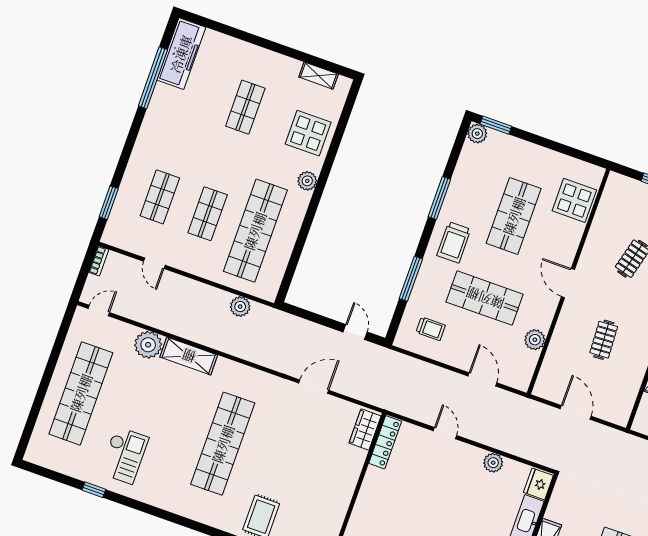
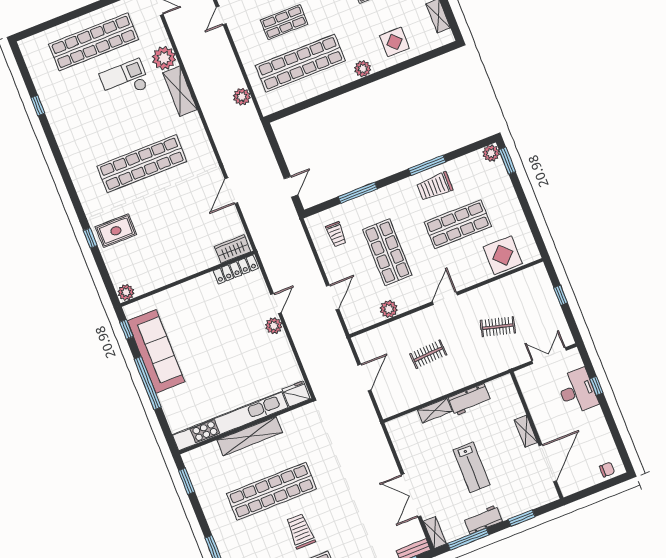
display table: (308, 133) -> (394, 42), width x0.73, depth x0.73
trolley: (454, 242) -> (435, 186), moved
door: (314, 387) -> (231, 191), swing flipped
checkout: (124, 455) -> (125, 80), moved, turned 180
plant: (493, 463) -> (274, 326), moved

